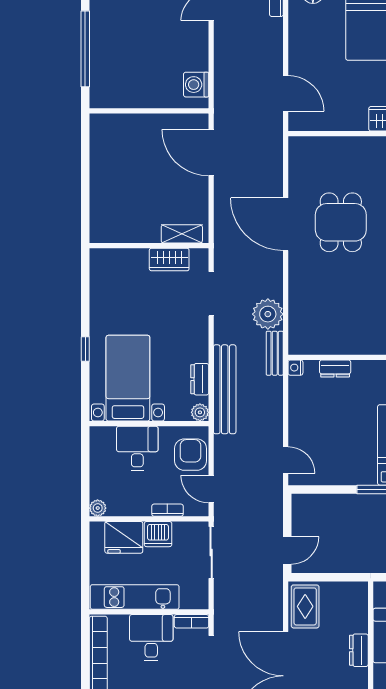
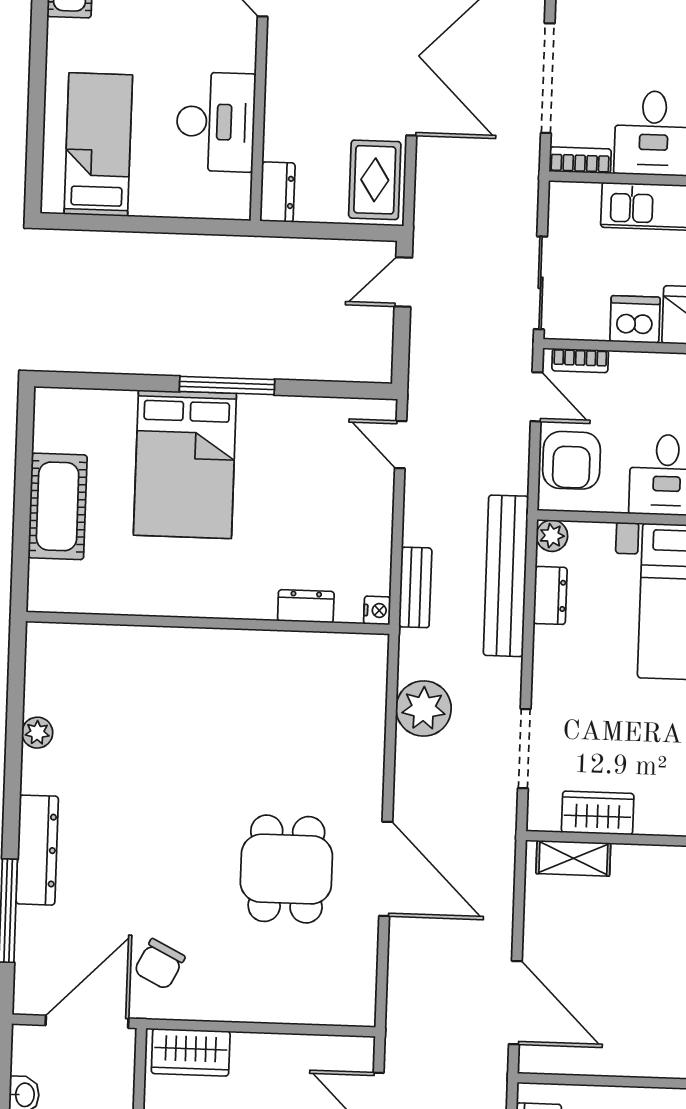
bench: (275, 353) -> (415, 587), moved
bookcase: (167, 510) -> (580, 361), moved
dresser: (359, 650) -> (278, 192), moved

